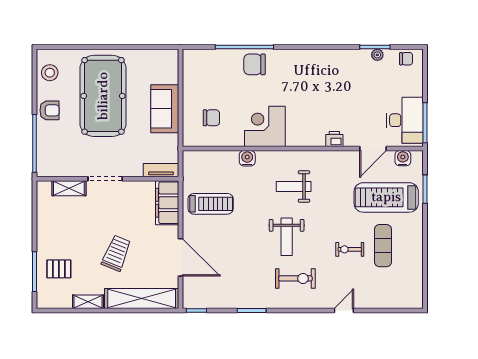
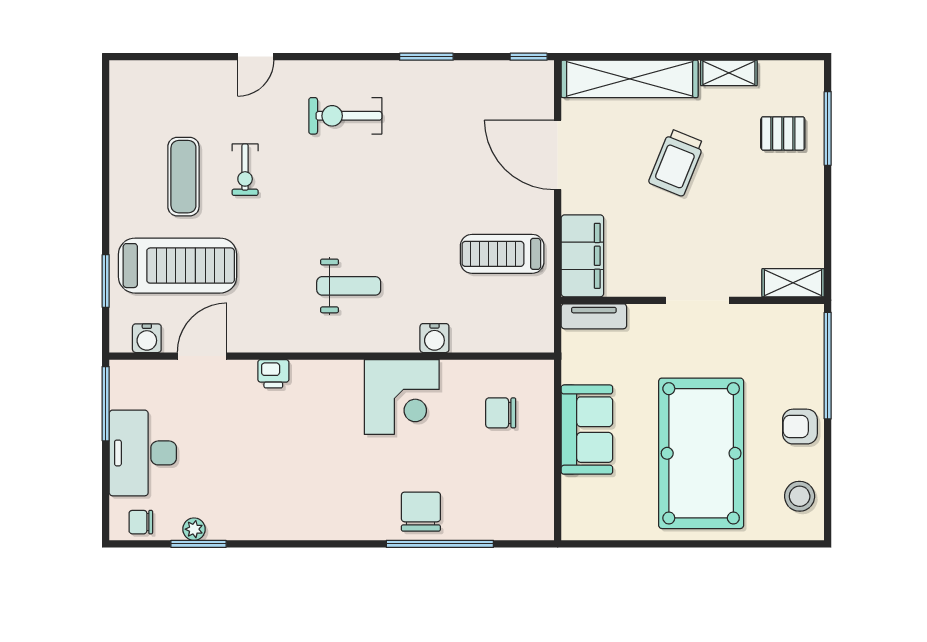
chair: (255, 64) -> (421, 512), turned -90
desk: (405, 120) -> (143, 453), moved
shelving: (69, 188) -> (793, 283), moved
weight bench: (287, 237) -> (362, 193), removed
exercise bike: (350, 249) -> (245, 170), turned 90

